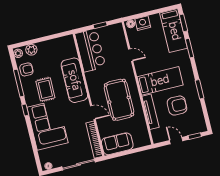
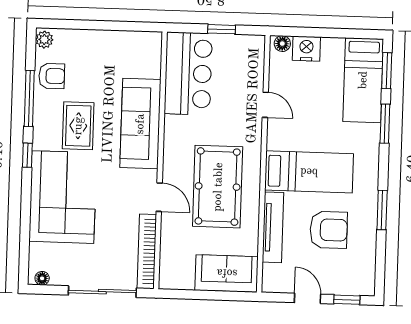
plant: (31, 50) -> (73, 40), removed
sofa: (117, 144) -> (227, 273), moved

